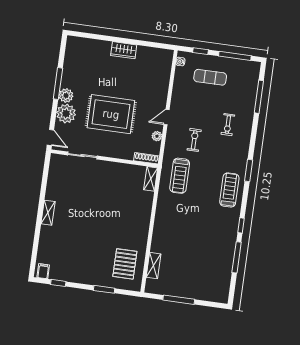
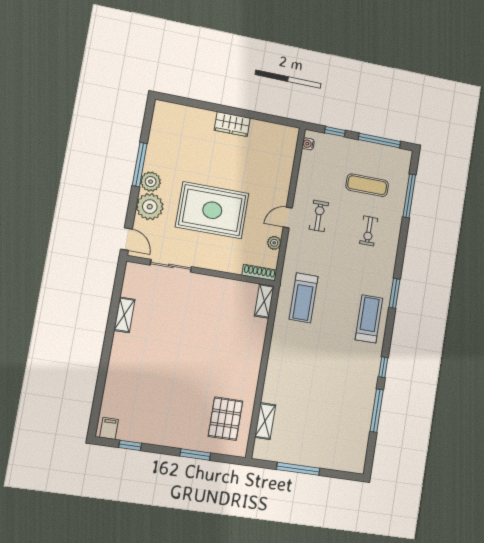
exercise mat: (210, 77) -> (367, 185), moved
exercise bike: (194, 140) -> (319, 216), moved
shelving: (48, 213) -> (124, 315), moved

